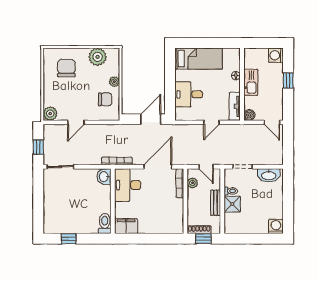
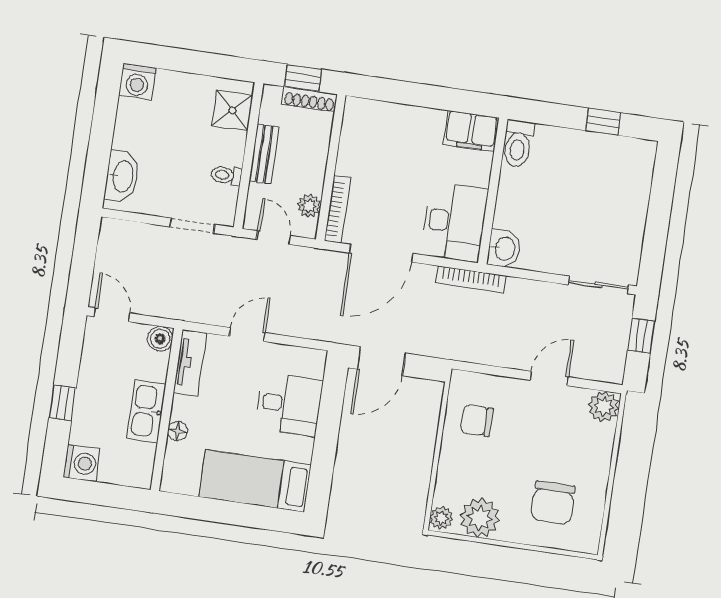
plant: (114, 82) -> (441, 518), moved
washbasin: (269, 175) -> (122, 176), moved, turned 90
shower: (232, 204) -> (232, 110), moved

